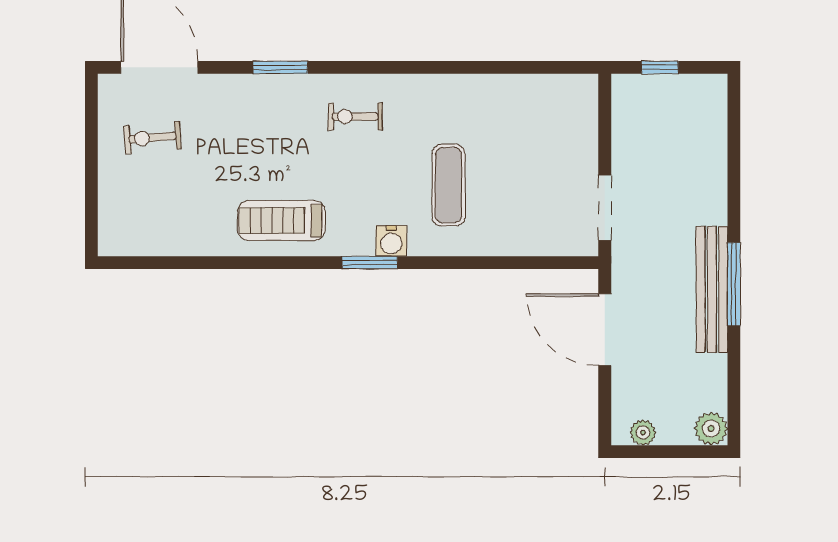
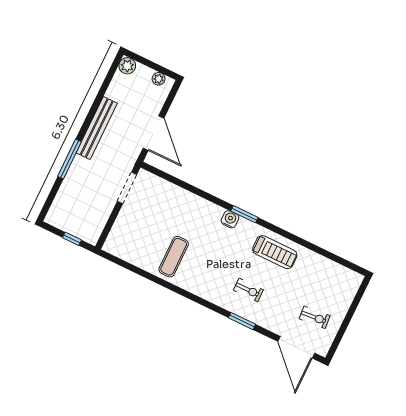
exercise bike: (355, 117) -> (248, 290), moved
exercise mat: (449, 185) -> (174, 257), moved
window: (734, 284) -> (70, 159), moved

